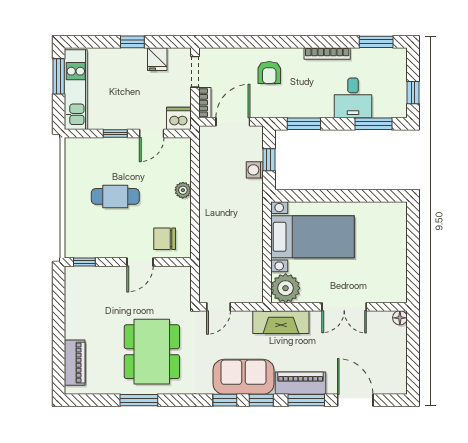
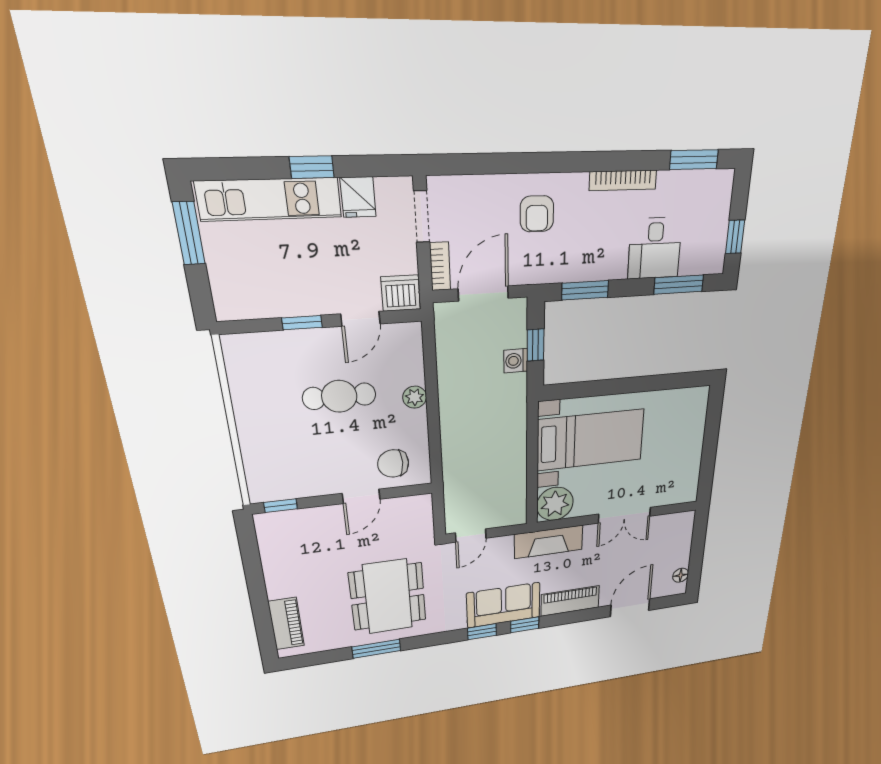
kitchen unit: (76, 90) -> (270, 199), moved, turned 90
cafe table: (115, 196) -> (339, 396), moved
floor lamp: (400, 318) -> (681, 575), moved
window: (306, 400) -> (576, 616), removed
door: (355, 400) -> (630, 608), hinge flipped

